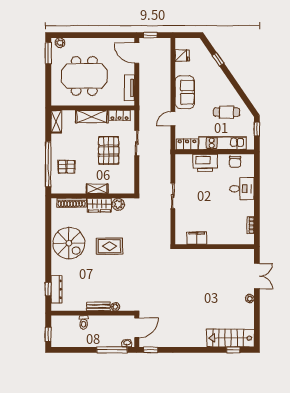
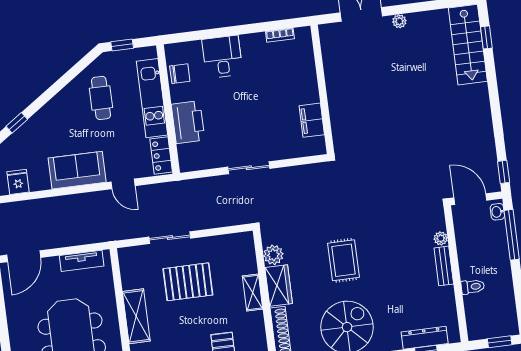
locker: (119, 116) -> (129, 272), removed

